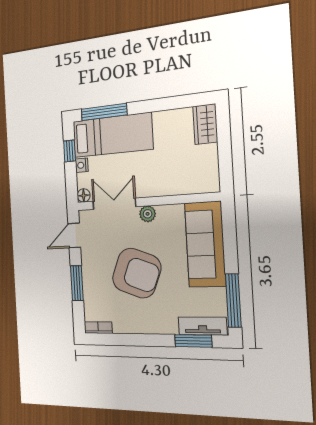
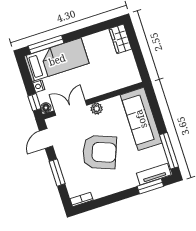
window: (70, 151) -> (34, 102), moved

